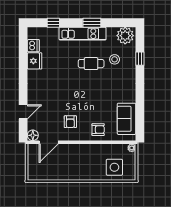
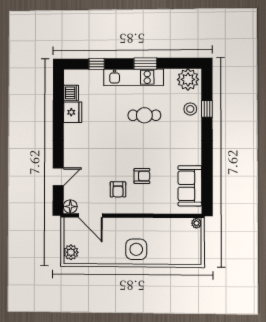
stool: (115, 59) -> (190, 109), moved
armchair: (98, 130) -> (142, 176), moved
door: (49, 142) -> (90, 215), hinge flipped
side table: (114, 167) -> (136, 249), moved
plant: (33, 171) -> (71, 252), added

